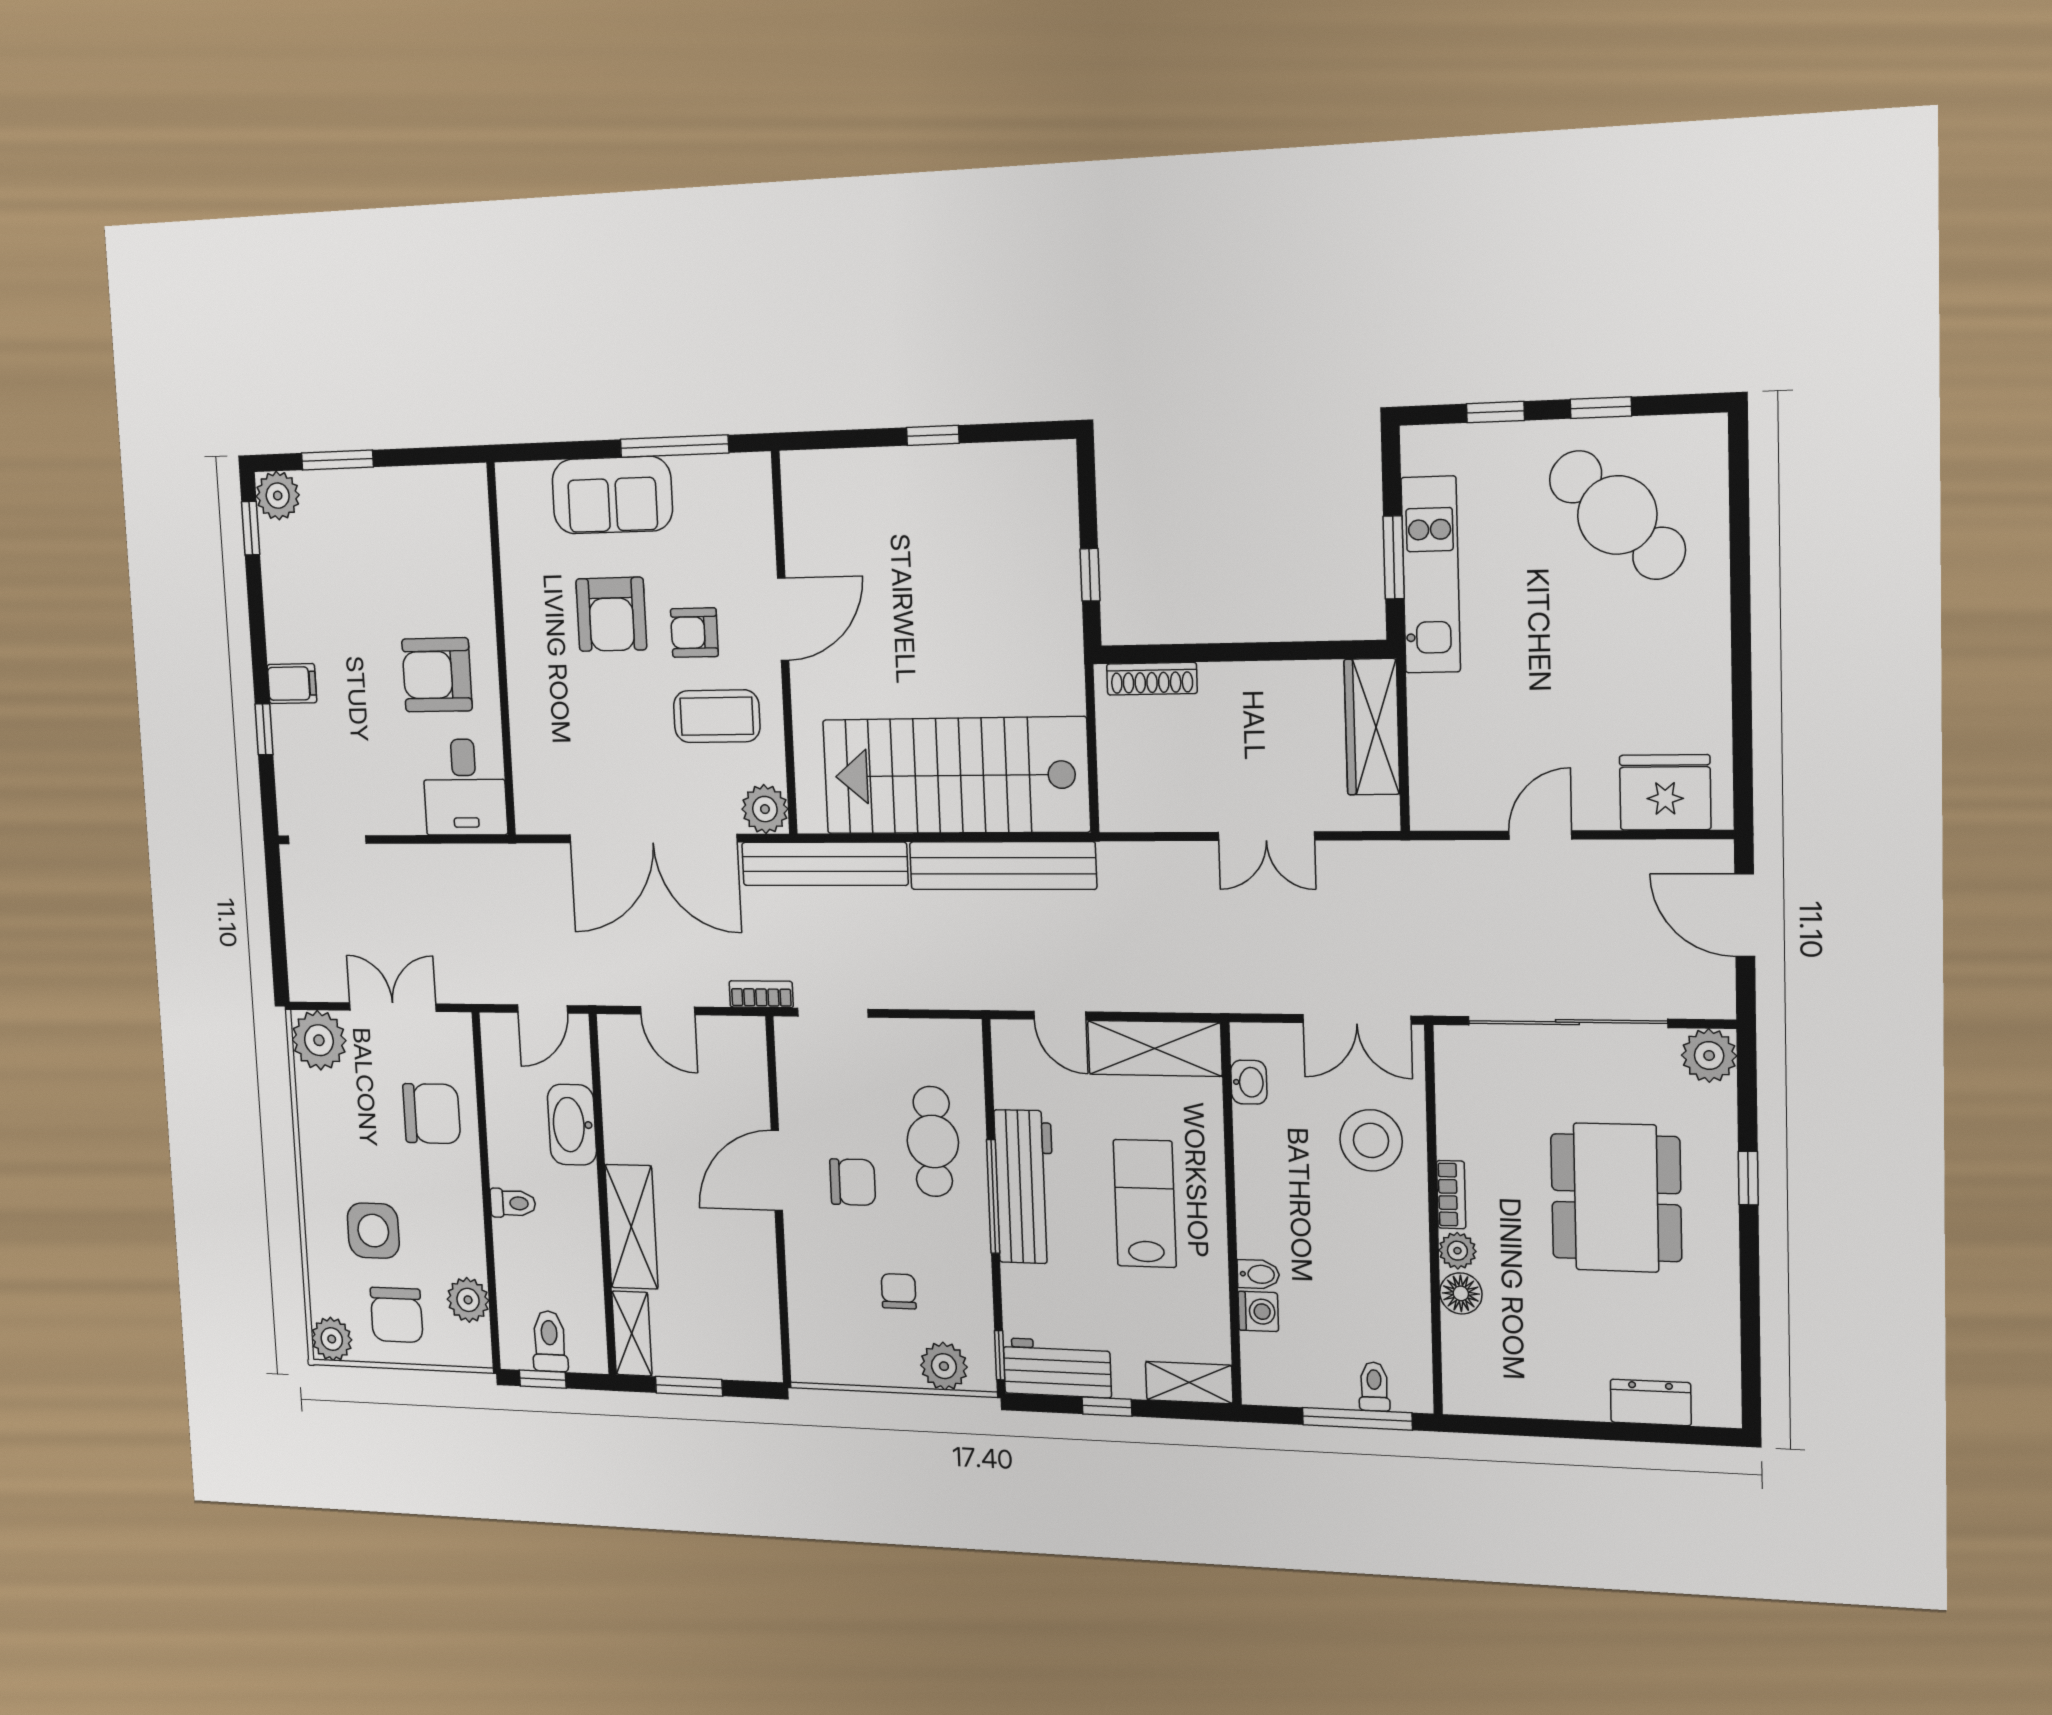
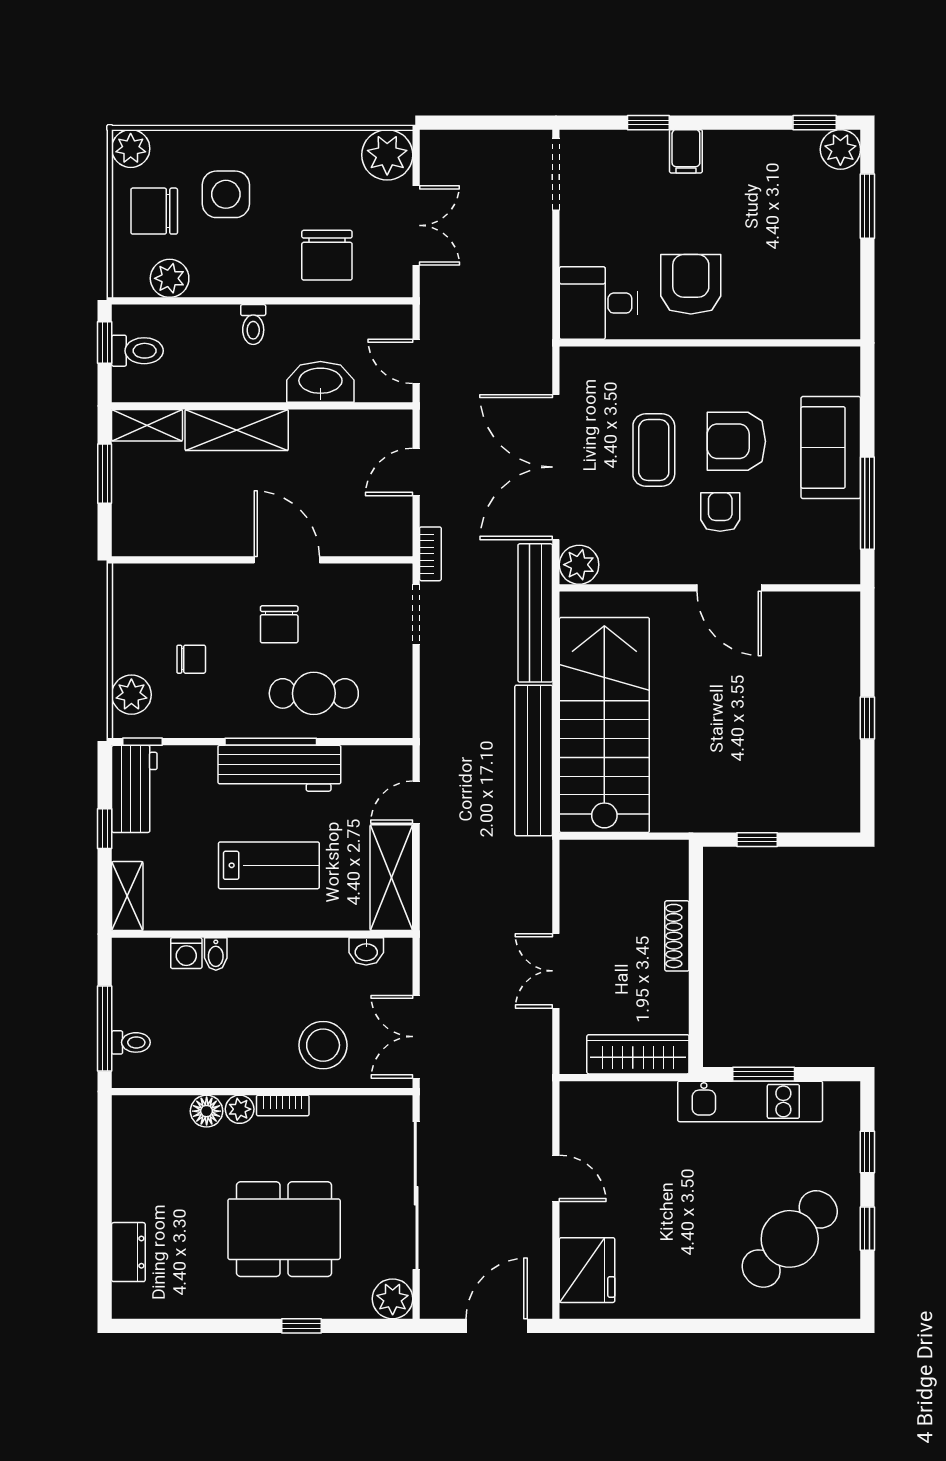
shoe rack: (1152, 679) -> (677, 936), moved
coffee table: (717, 716) -> (654, 450), moved

